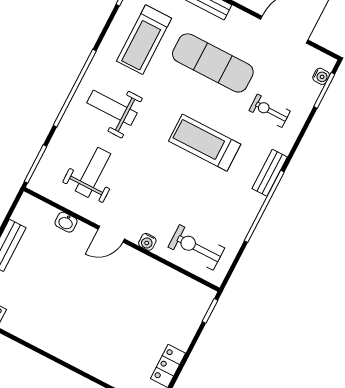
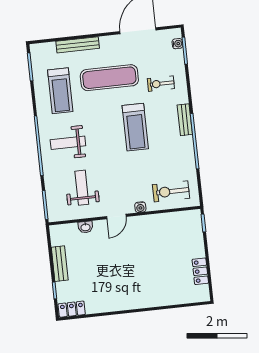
treadmill: (205, 143) -> (135, 127), turned -90

